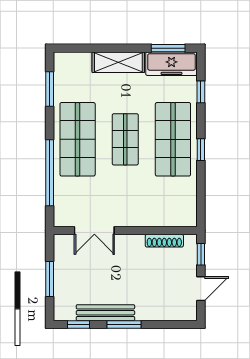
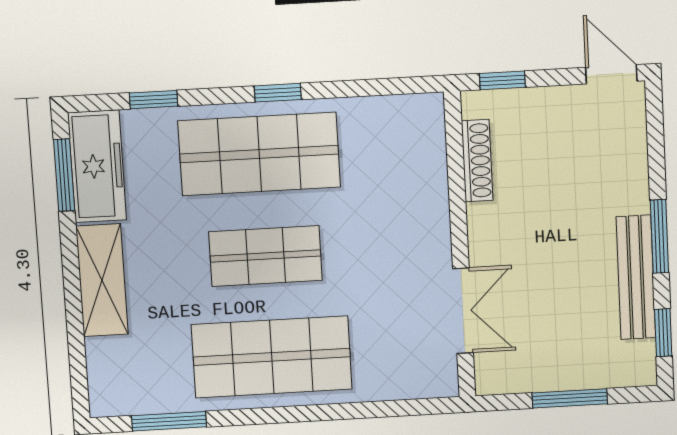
window: (50, 173) -> (346, 411), removed
door: (201, 289) -> (611, 74), moved

